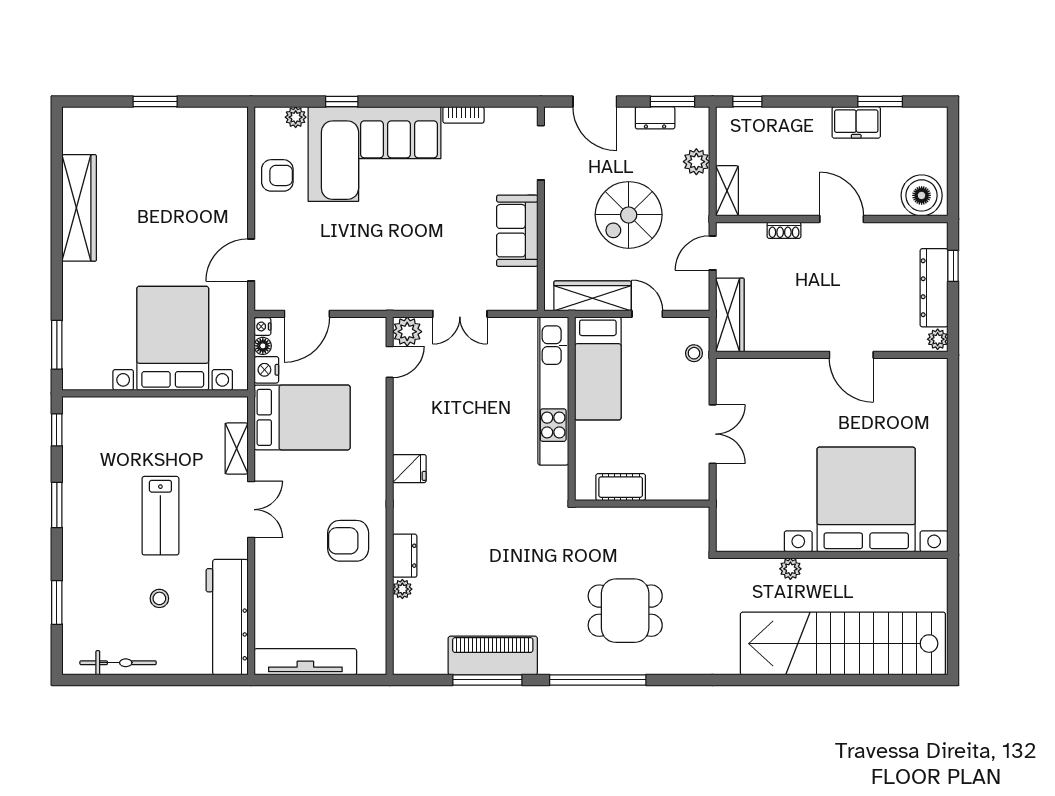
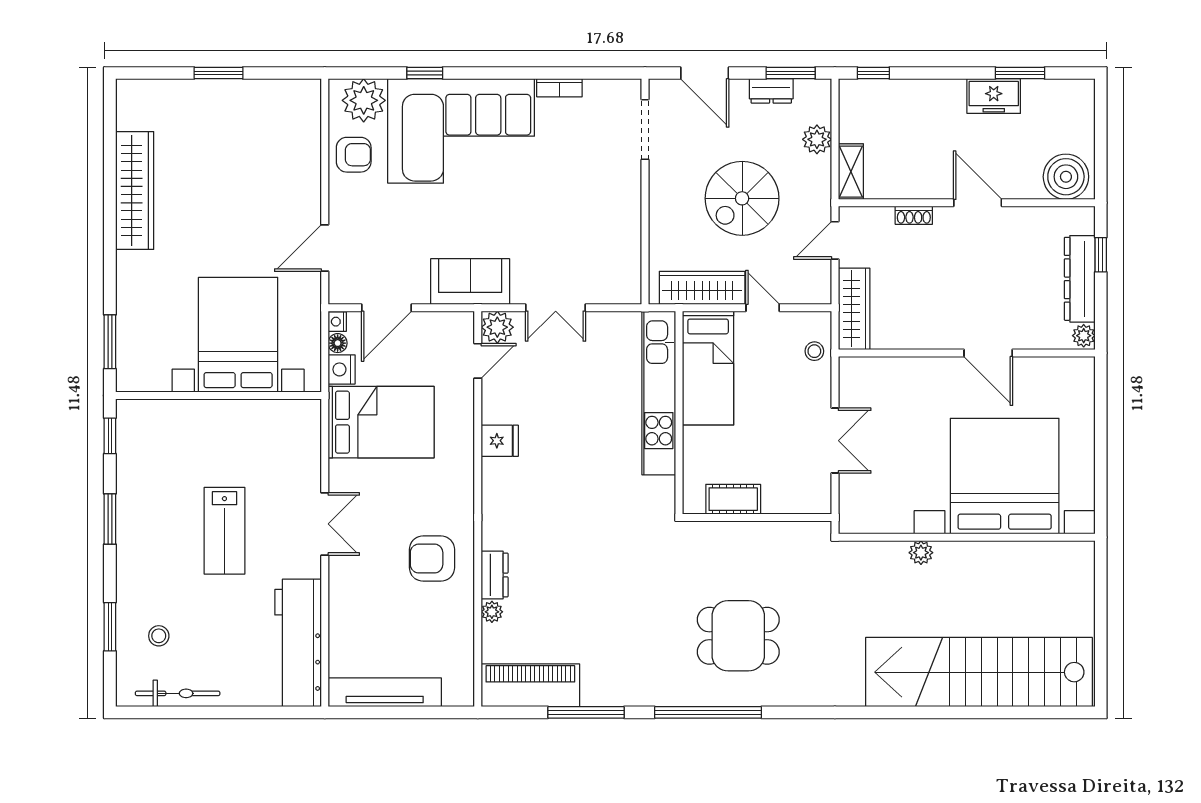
plant: (296, 117) -> (364, 100), width x1.88, depth x1.88
sofa: (517, 231) -> (470, 281), moved, turned 90
shelving: (237, 448) -> (309, 456), removed
fridge: (409, 469) -> (500, 441), moved
bed with nightstands: (866, 500) -> (1005, 476), moved
wall: (832, 555) -> (967, 537), moved
plant: (790, 569) -> (921, 553), moved
stool: (159, 598) -> (159, 636), moved
piano: (493, 656) -> (530, 685), moved

